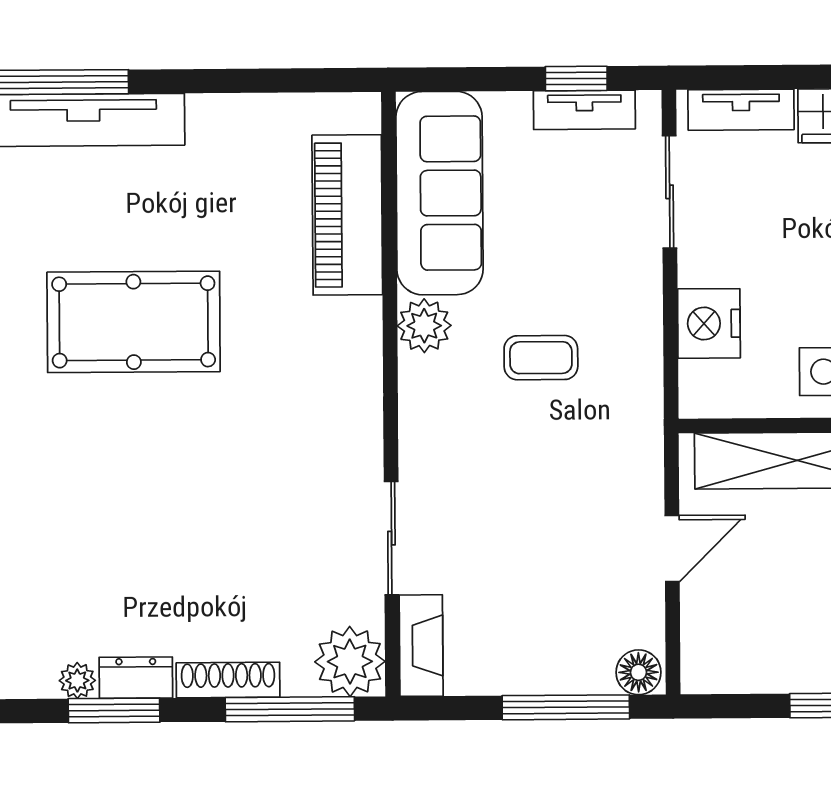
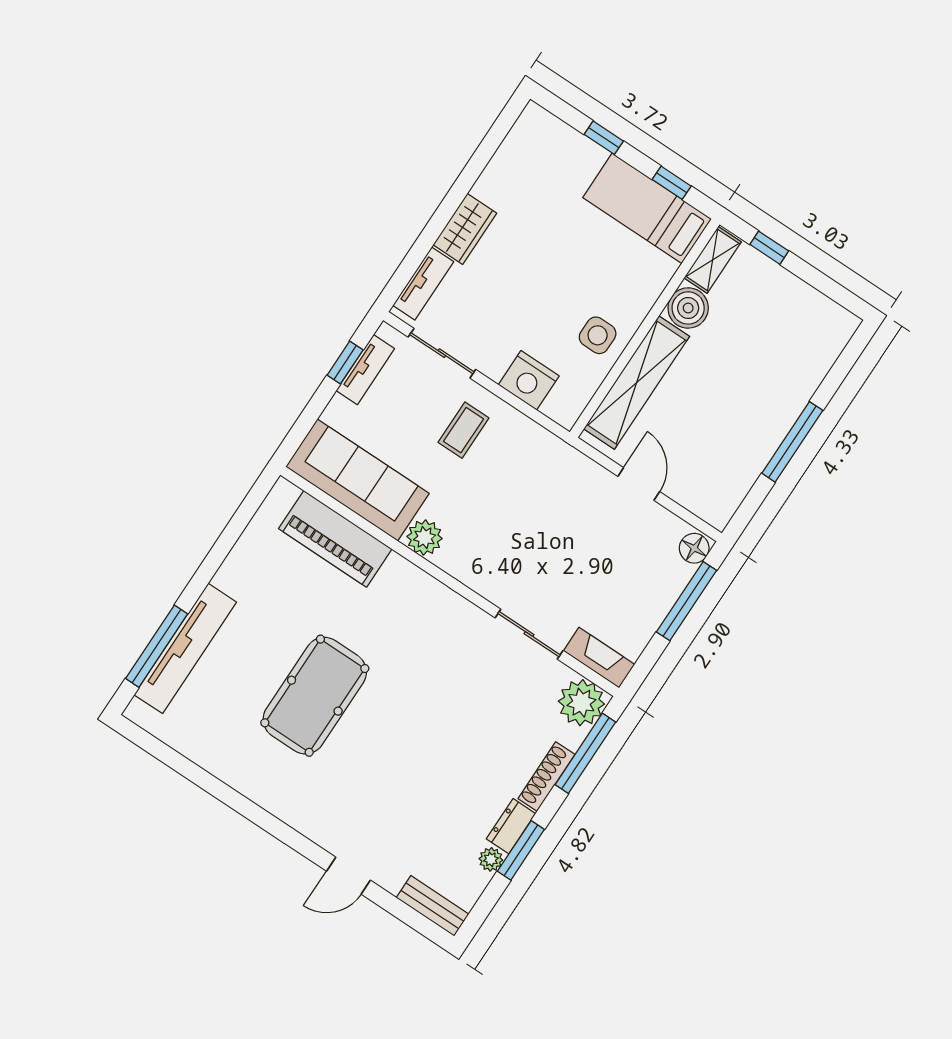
coffee table: (541, 358) -> (463, 430), moved

